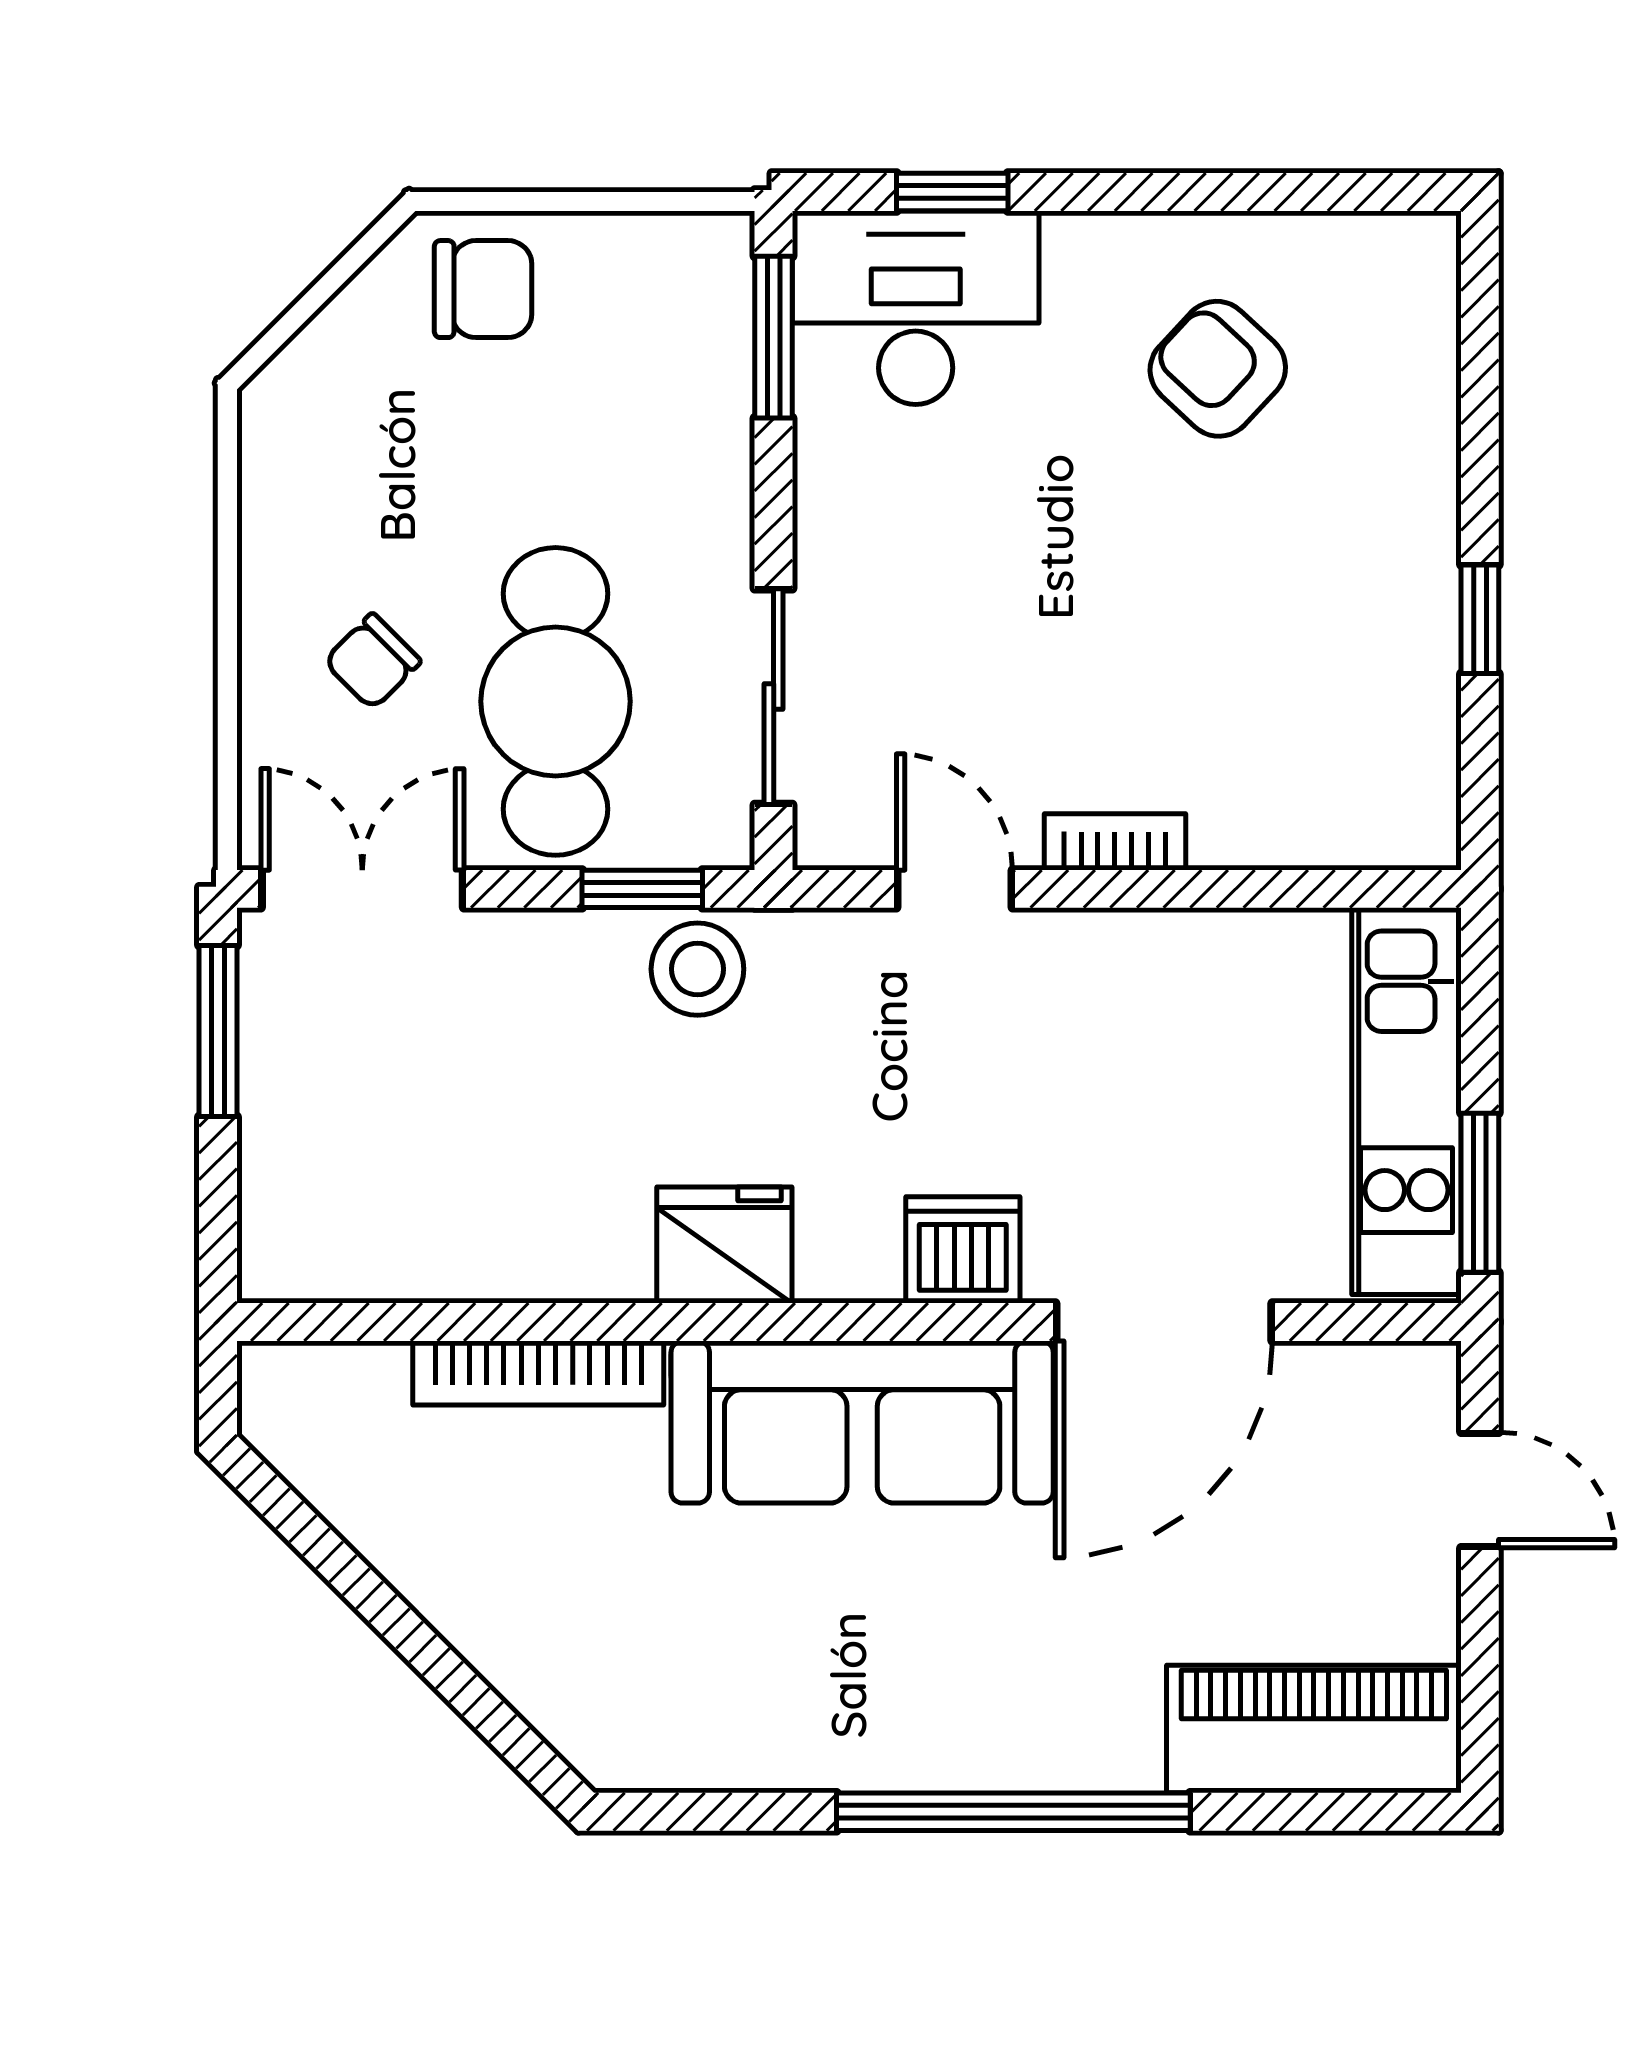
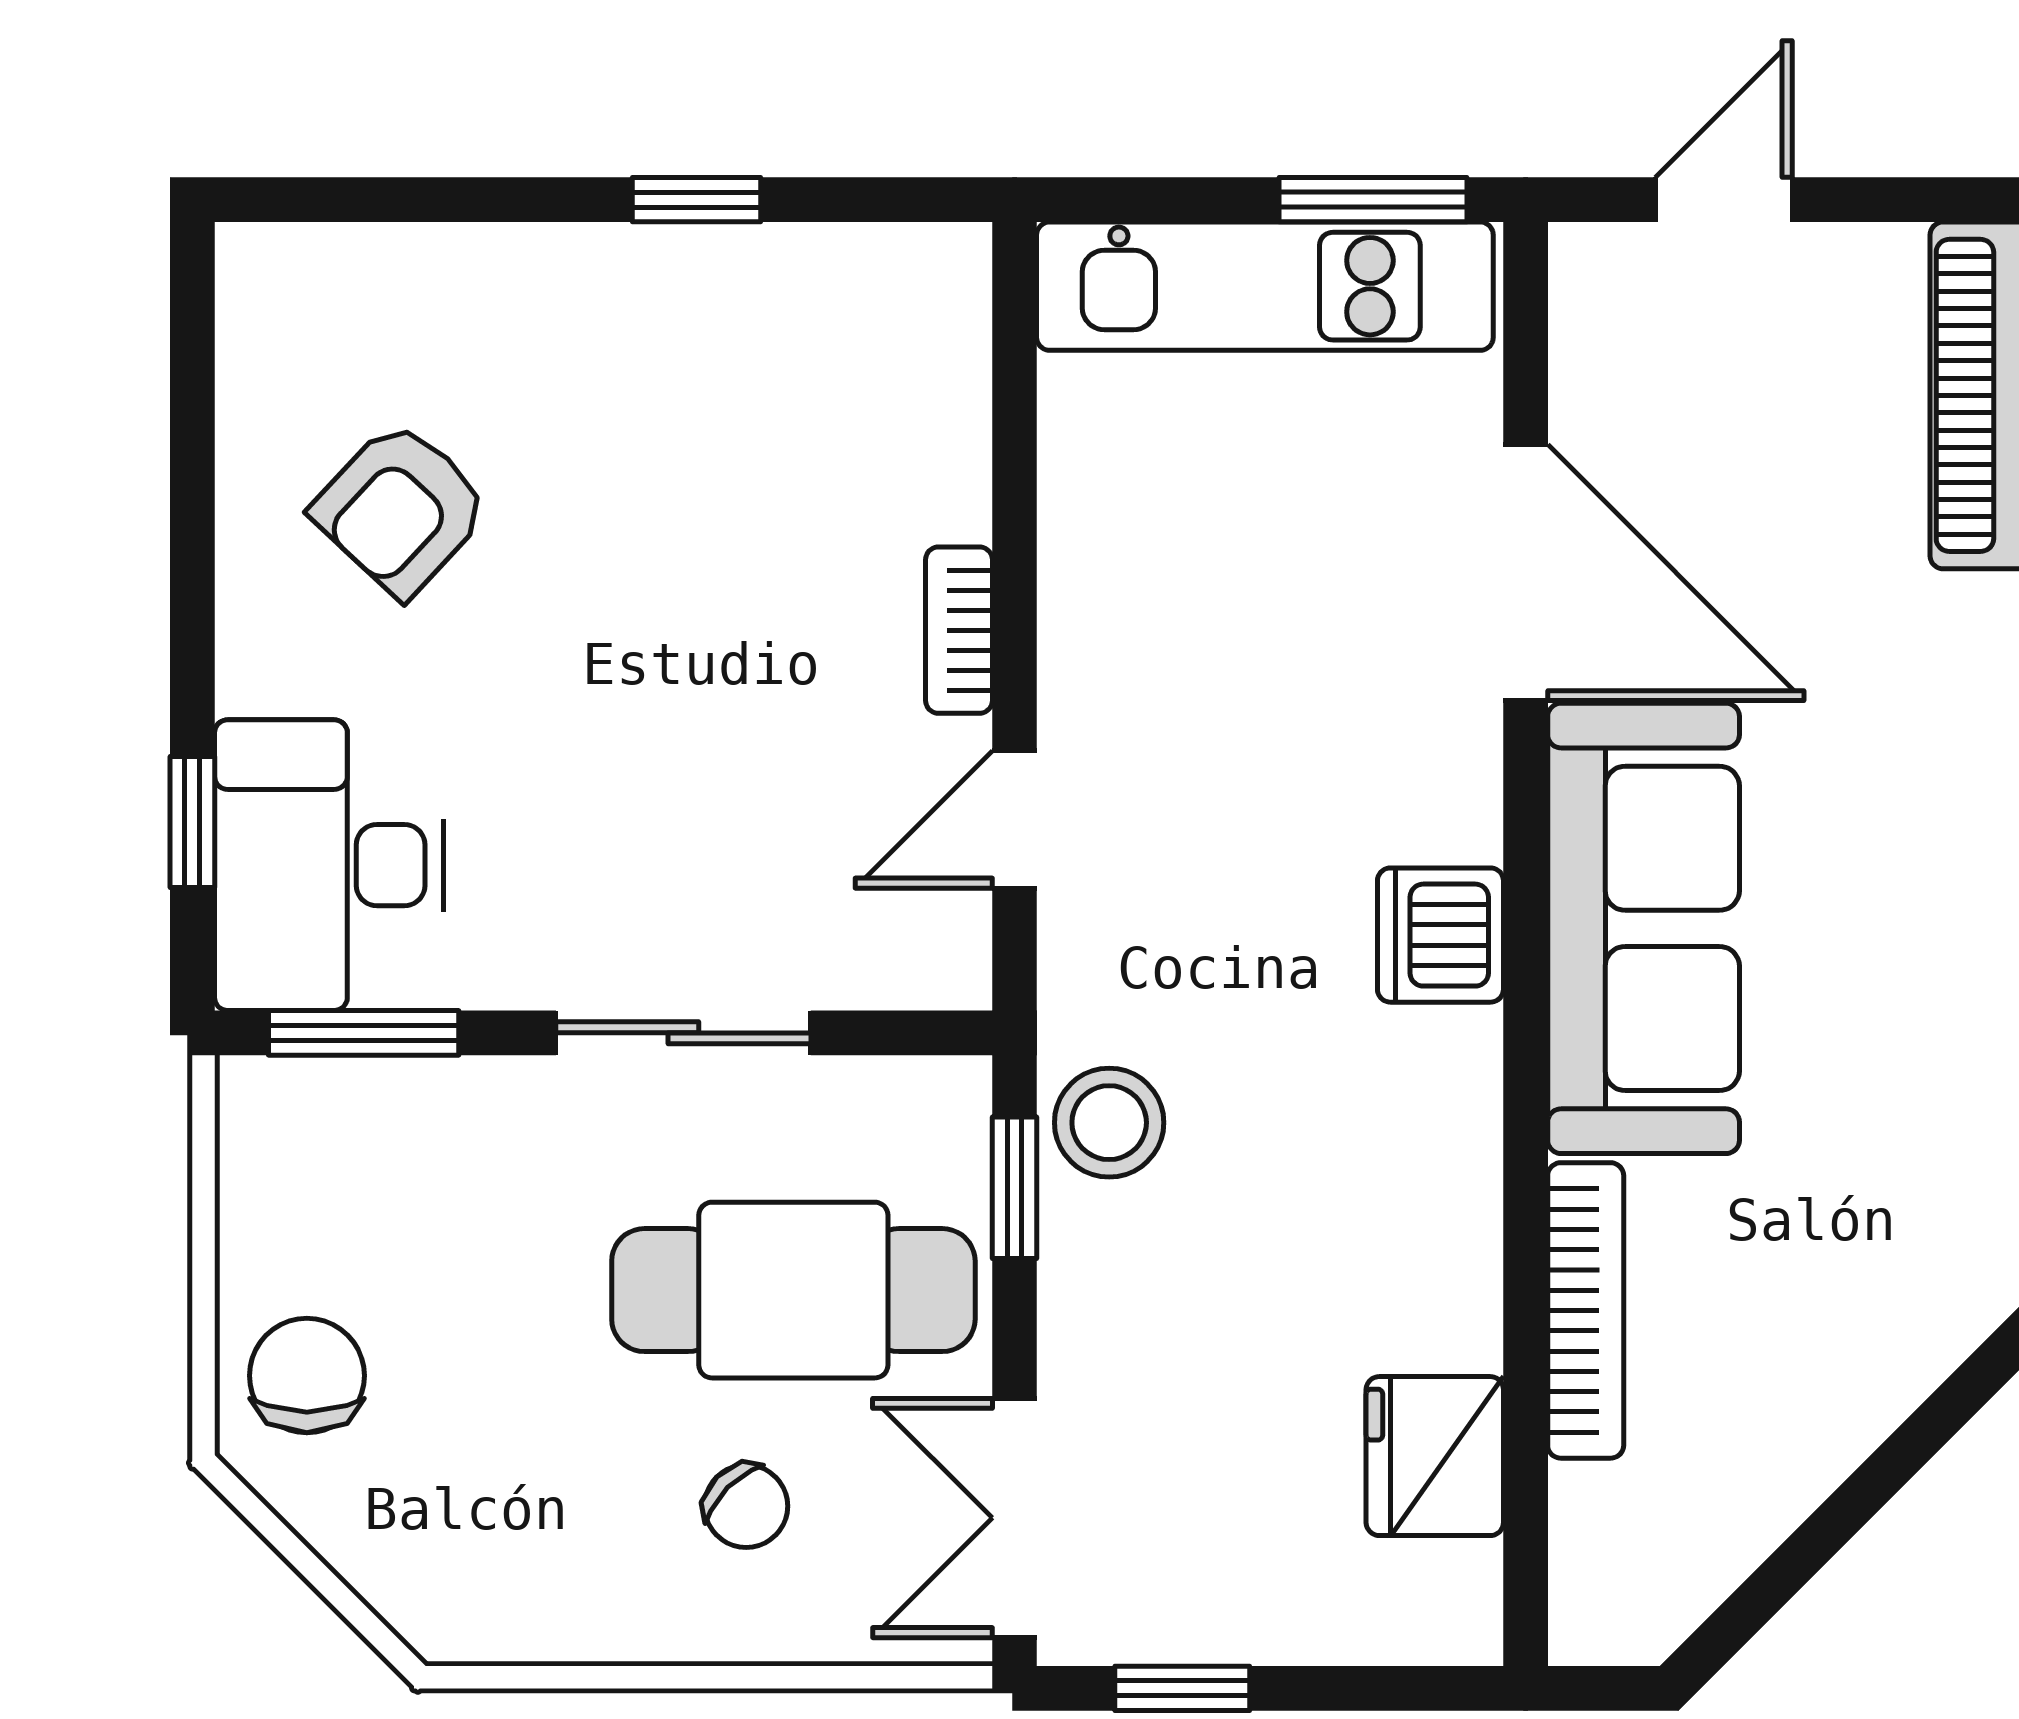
sliding door: (774, 697) -> (683, 1033), moved
window: (218, 1031) -> (1182, 1688), width x0.67
fridge: (724, 1245) -> (1435, 1456), moved
dishwasher: (963, 1250) -> (1440, 935), moved

